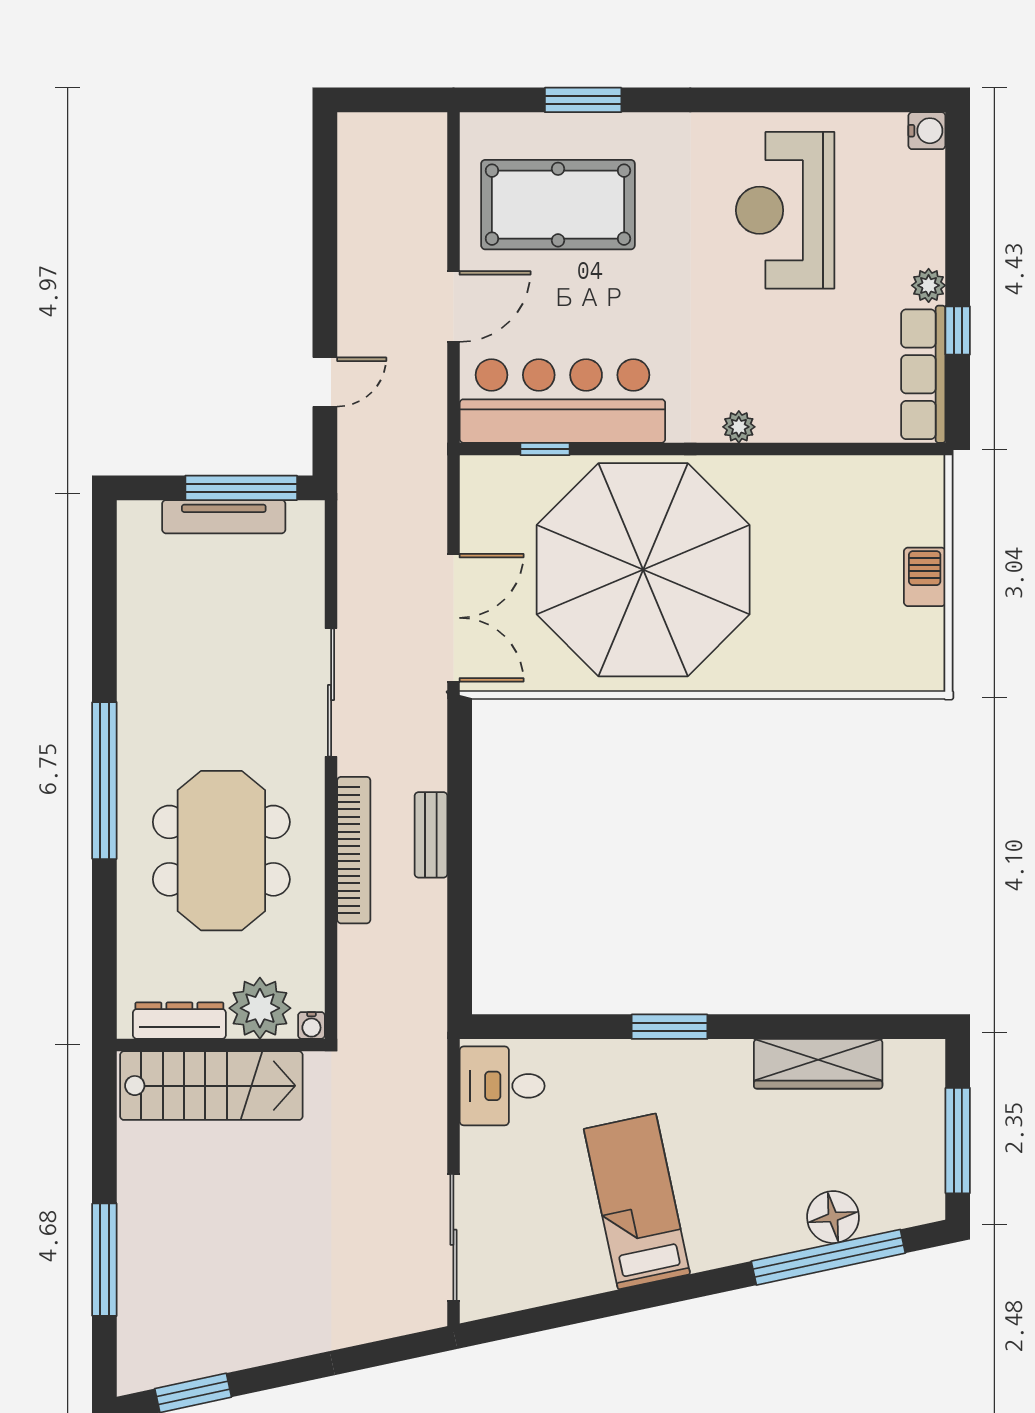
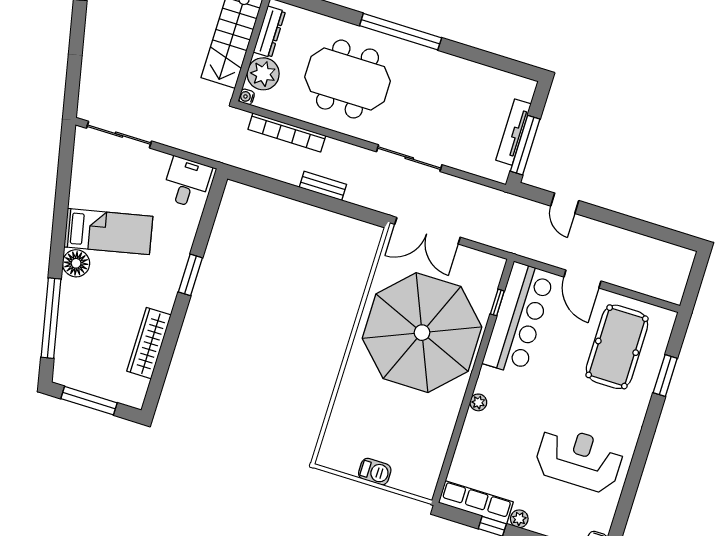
bookcase: (354, 850) -> (287, 132), moved
floor lamp: (833, 1217) -> (76, 263), moved

